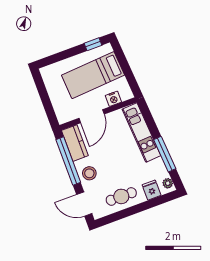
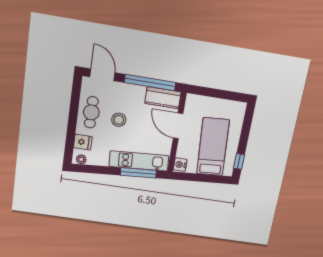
nightstand: (113, 99) -> (180, 165), moved
window: (165, 154) -> (138, 173), moved
stool: (89, 173) -> (119, 120), moved
door: (84, 204) -> (102, 75), hinge flipped

